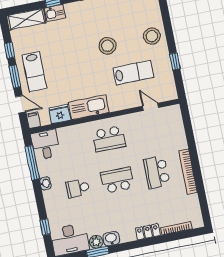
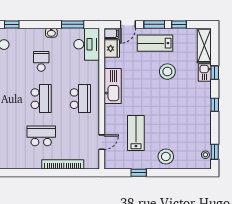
stool: (107, 46) -> (167, 72), moved
lab bench: (133, 73) -> (136, 133), turned 180
fridge: (60, 114) -> (112, 48), moved
school desk: (109, 139) -> (80, 99), turned 180
desk: (45, 145) -> (87, 44), width x1.37
window: (32, 163) -> (73, 24), width x0.69
bookcase: (188, 172) -> (63, 164), moved

